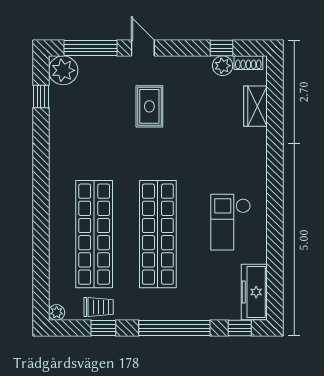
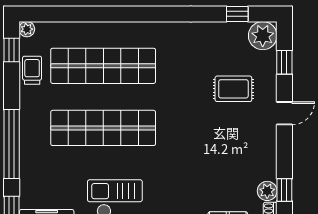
window: (91, 48) -> (284, 62), width x0.46
rug: (149, 106) -> (233, 89), moved
trolley: (99, 307) -> (32, 70), turned 180
window: (103, 328) -> (12, 50), moved

